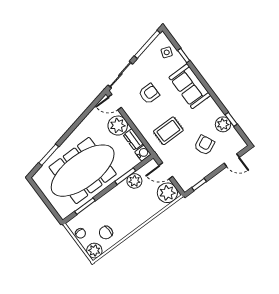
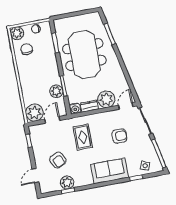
armchair: (149, 94) -> (119, 136), turned -90
meeting table: (83, 171) -> (84, 55), width x0.73

